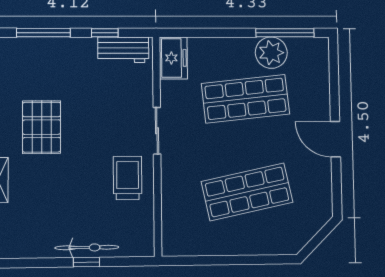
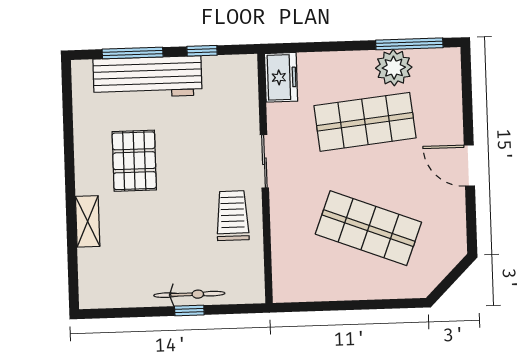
workbench: (123, 50) -> (148, 77), moved, width x1.88, depth x1.32
shop shelf: (247, 192) -> (368, 228), turned 33

